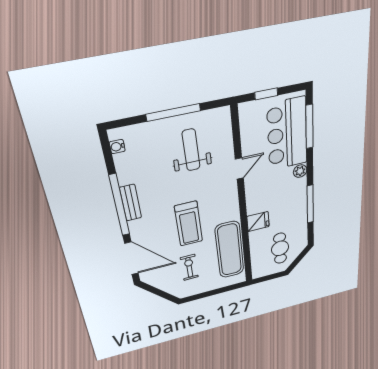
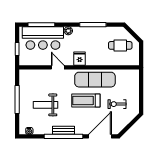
weight bench: (191, 150) -> (46, 105), moved
fridge: (258, 222) -> (80, 59), moved
treadmill: (189, 224) -> (86, 100), turned 180
exercise mat: (230, 250) -> (95, 80), moved

